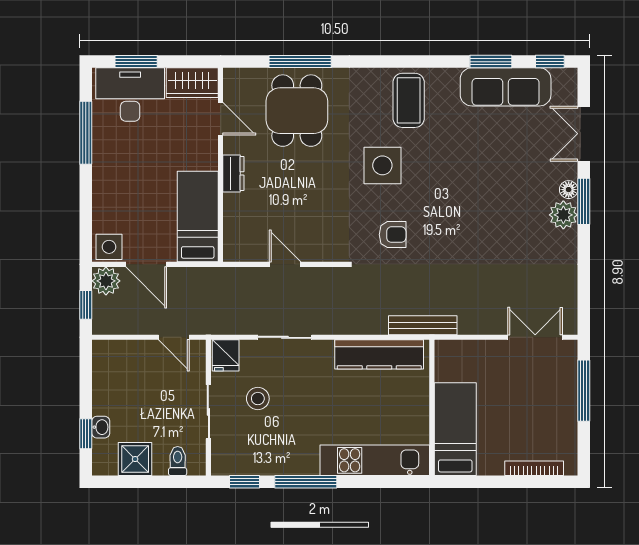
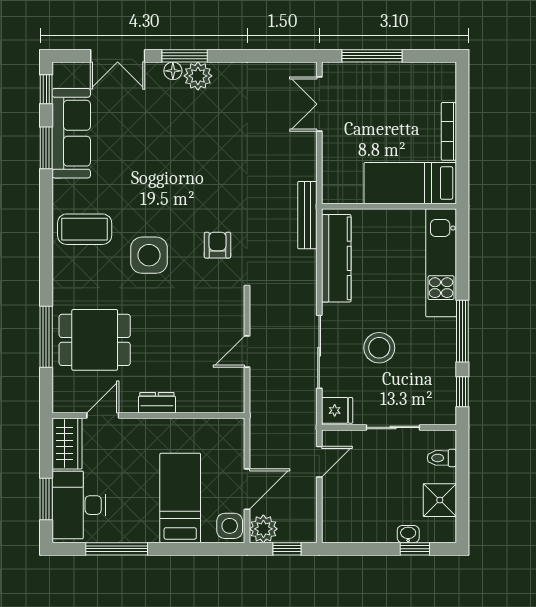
bed: (198, 217) -> (180, 498), moved, turned 90
sliding door: (285, 337) -> (319, 352), width x1.37
stool: (258, 399) -> (379, 348), moved, width x1.38, depth x1.38
bookcase: (534, 468) -> (449, 131), moved

